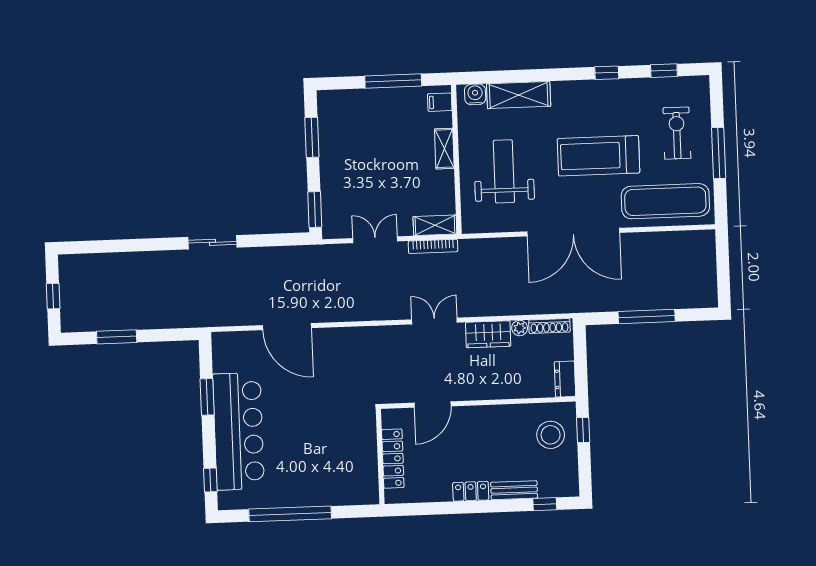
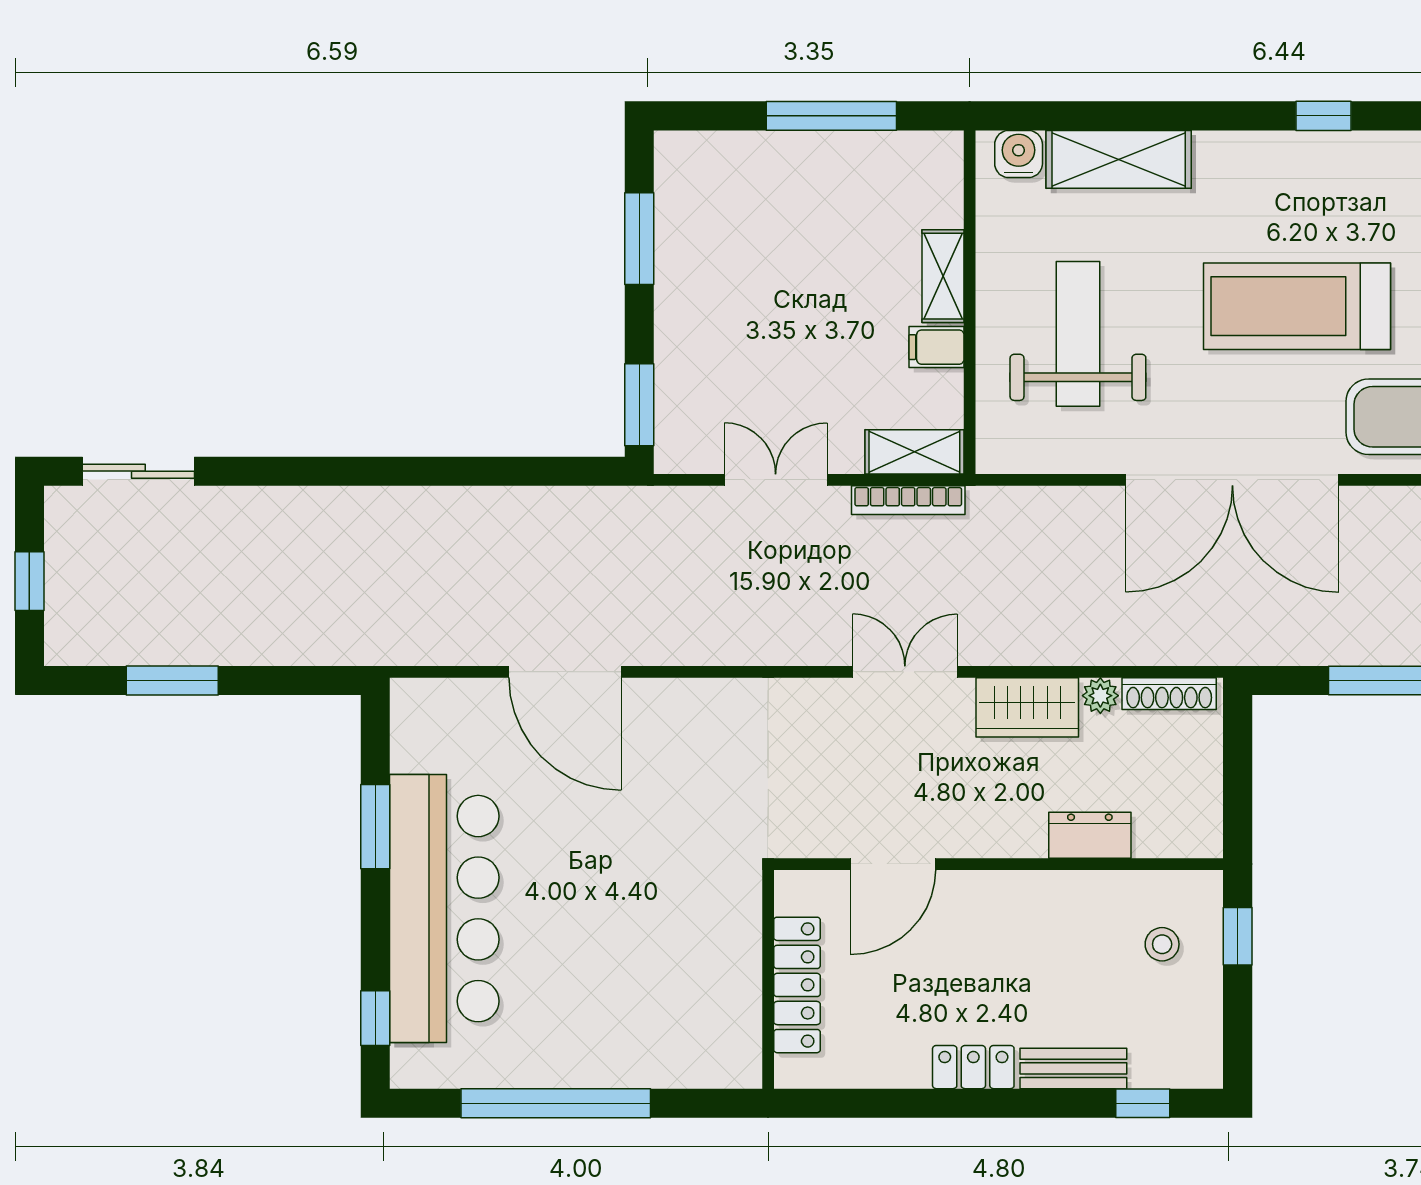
filing cabinet: (440, 102) -> (936, 347), moved
sliding door: (213, 242) -> (138, 471), moved
dresser: (565, 379) -> (1090, 835), moved, turned 90
stool: (551, 435) -> (1162, 944), width x0.53, depth x0.53

